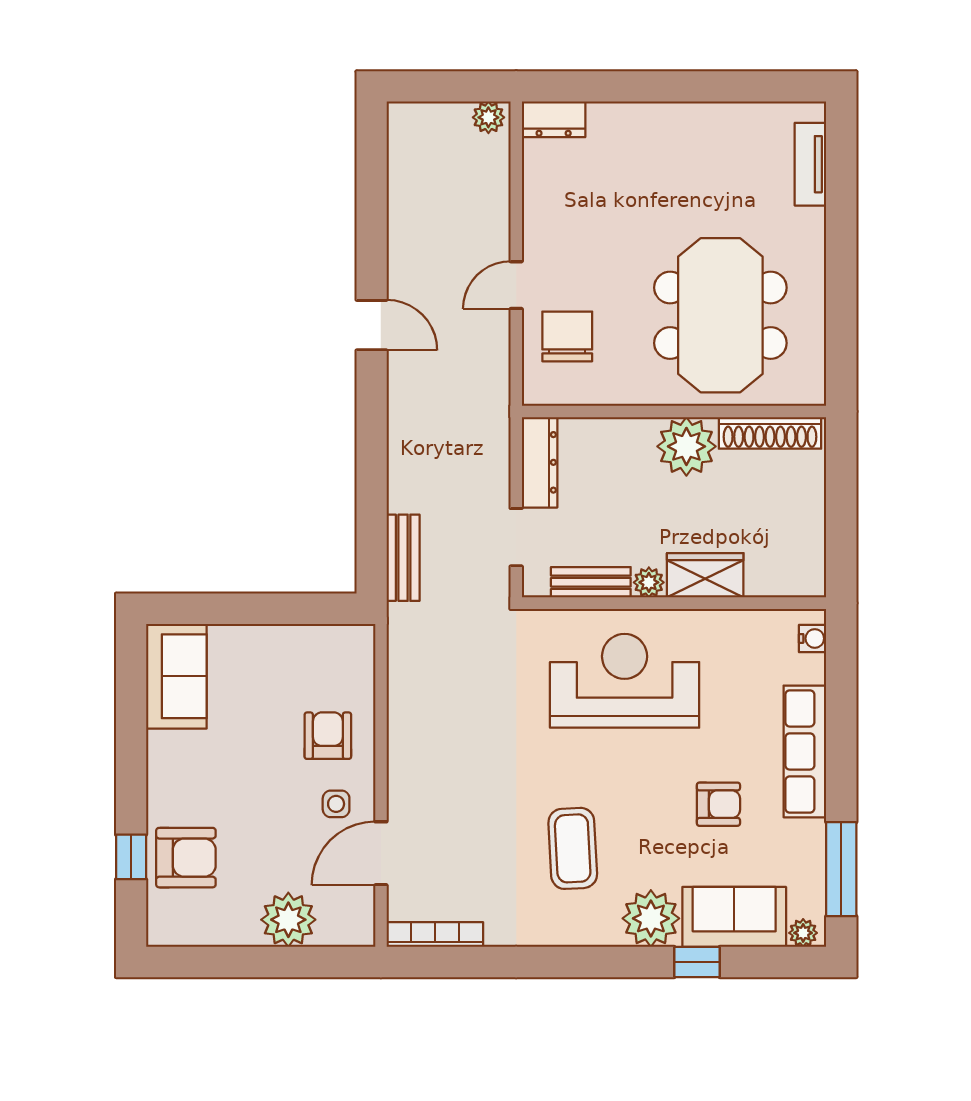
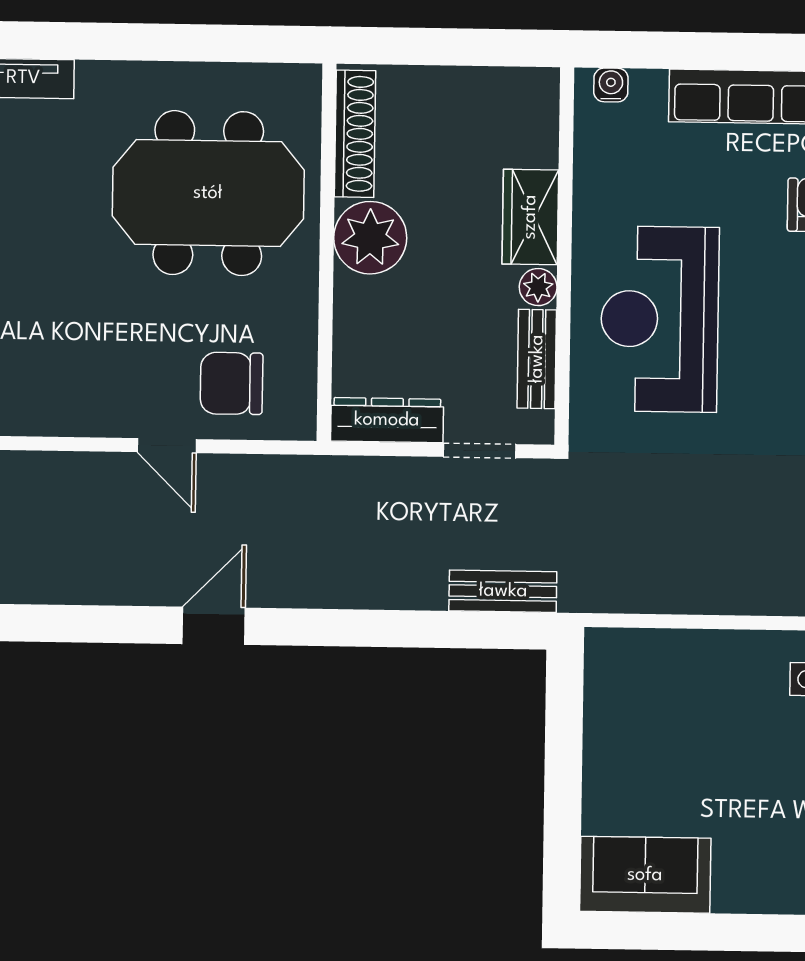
armchair: (328, 736) -> (722, 688), removed

